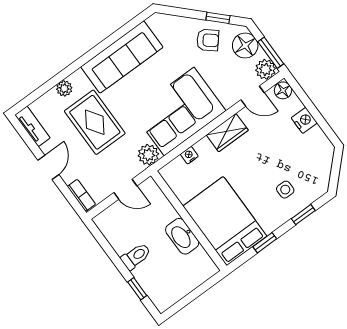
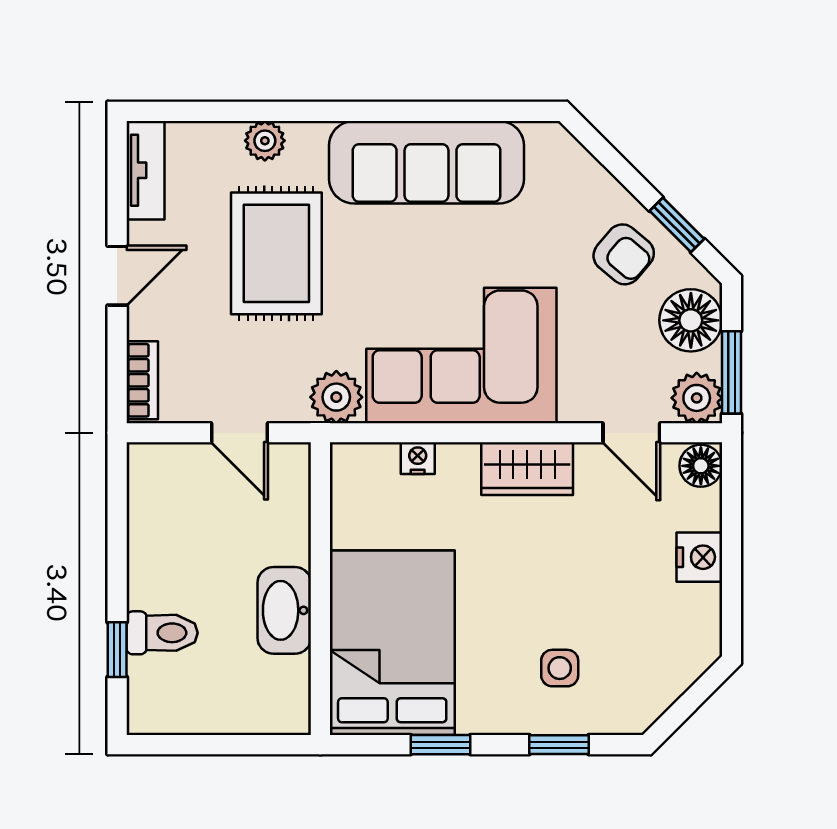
toilet: (136, 256) -> (162, 633), moved

